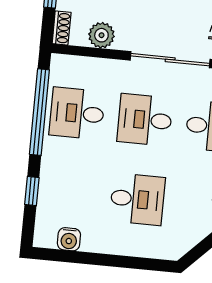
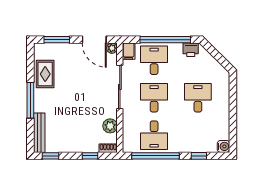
desk: (145, 120) -> (154, 98), turned 180
water cooler: (69, 239) -> (223, 146), moved

